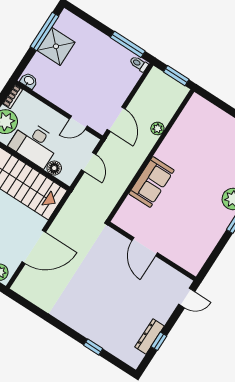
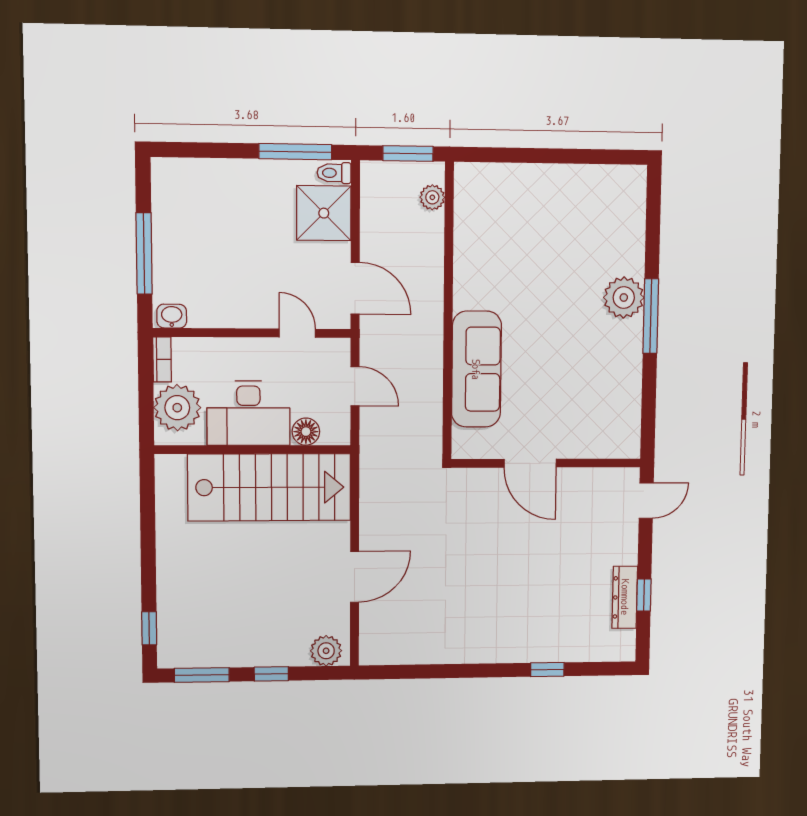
window: (44, 31) -> (144, 253), moved
shower: (56, 46) -> (324, 213), moved
door: (78, 123) -> (297, 333), swing flipped
plant: (157, 128) -> (432, 197), moved
sofa: (151, 182) -> (476, 369), width x1.36
door: (34, 247) -> (355, 577), width x0.73

